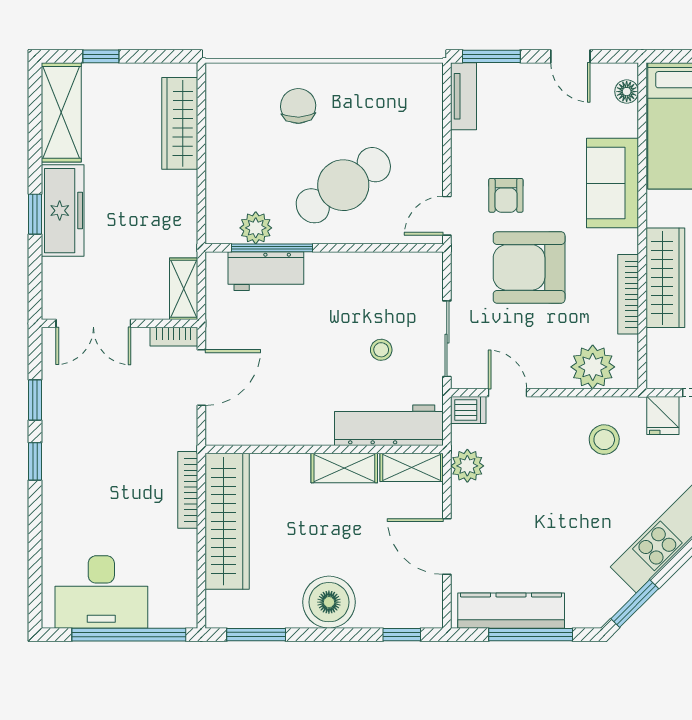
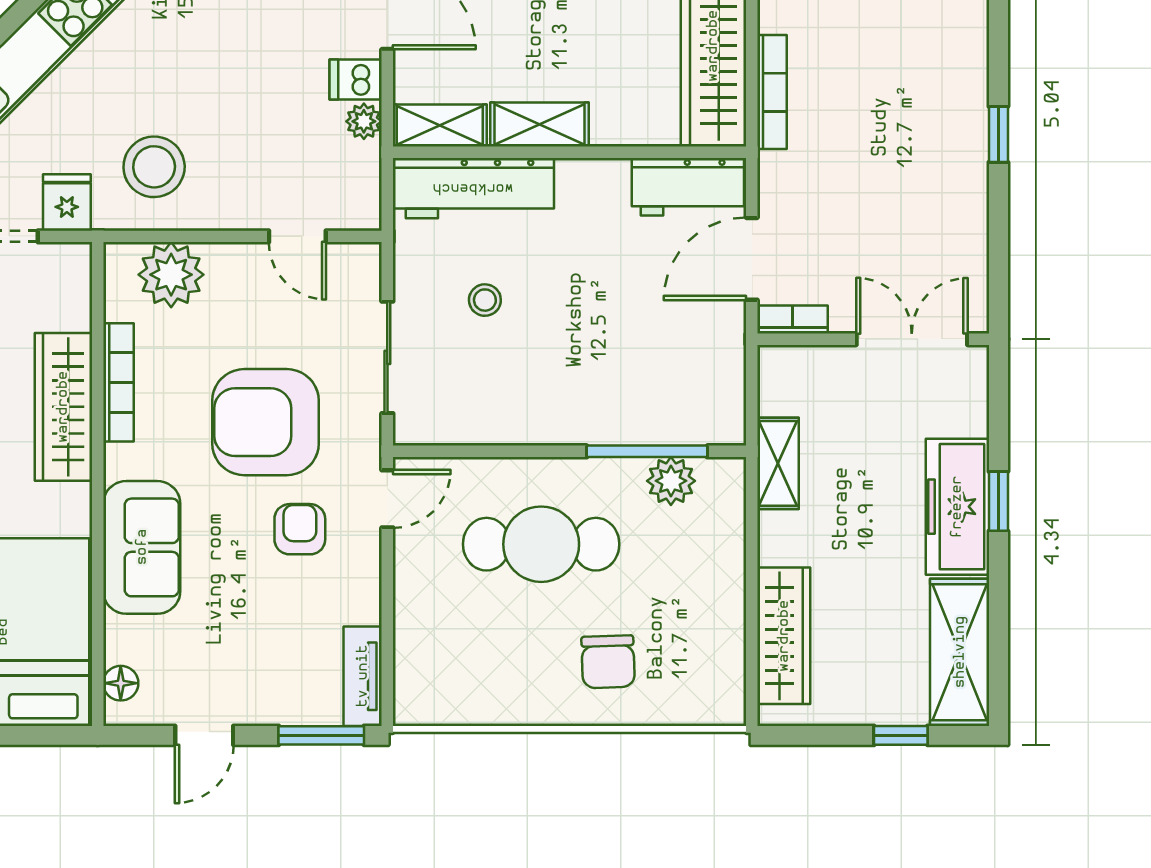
door: (570, 56) -> (204, 735), swing flipped
cafe table: (343, 185) -> (541, 544), turned 34
armchair: (529, 267) -> (265, 422), turned 180
workbench: (266, 271) -> (688, 187), moved, turned 180
shelving: (184, 289) -> (778, 463), moved
sliding door: (447, 339) -> (387, 357), moved
window: (35, 400) -> (998, 226), removed
dishwasher: (468, 410) -> (356, 79), moved
stool: (604, 440) -> (154, 167), width x1.38, depth x1.38
plant: (467, 466) -> (364, 121), width x0.73, depth x0.73

